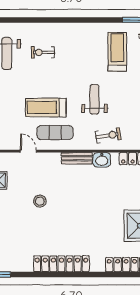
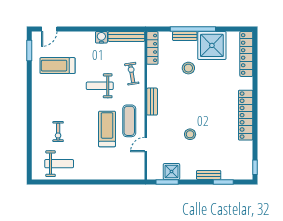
treadmill: (46, 108) -> (107, 129), turned 180
washbasin: (102, 160) -> (153, 79), removed
stool: (114, 199) -> (188, 68), added

